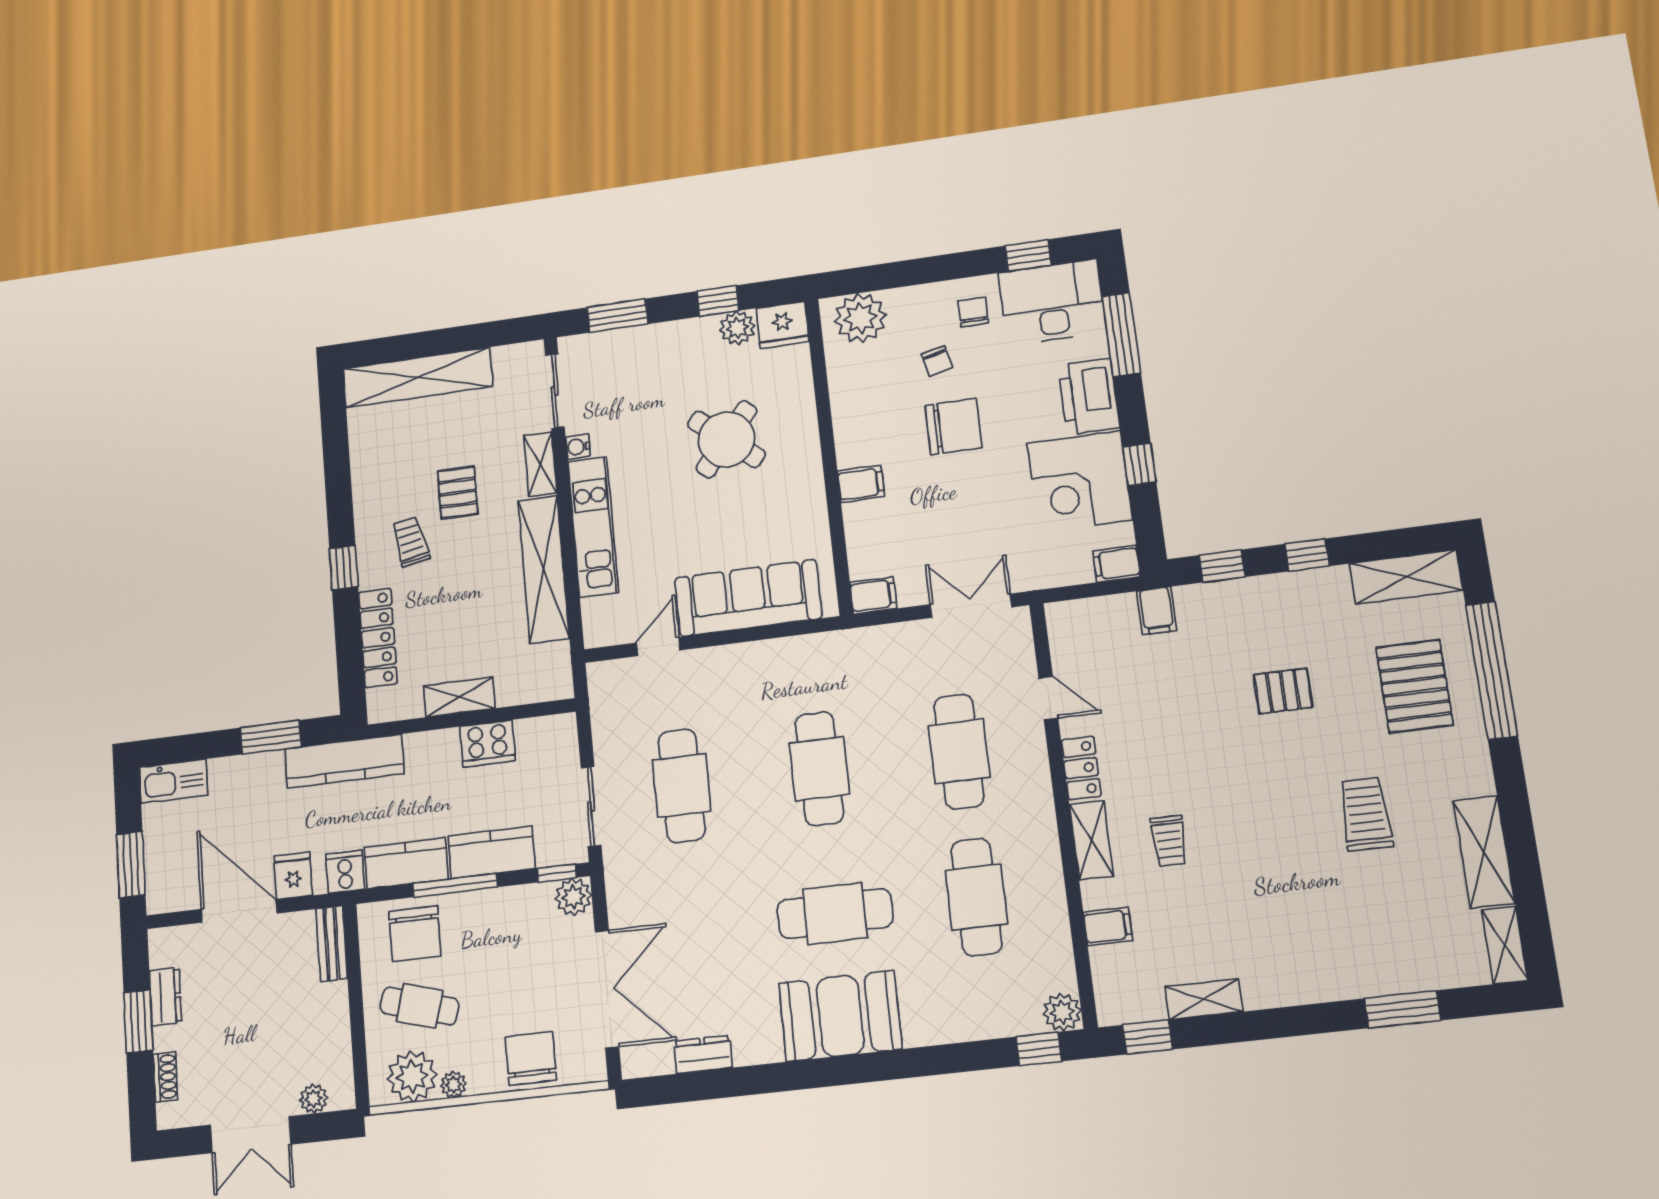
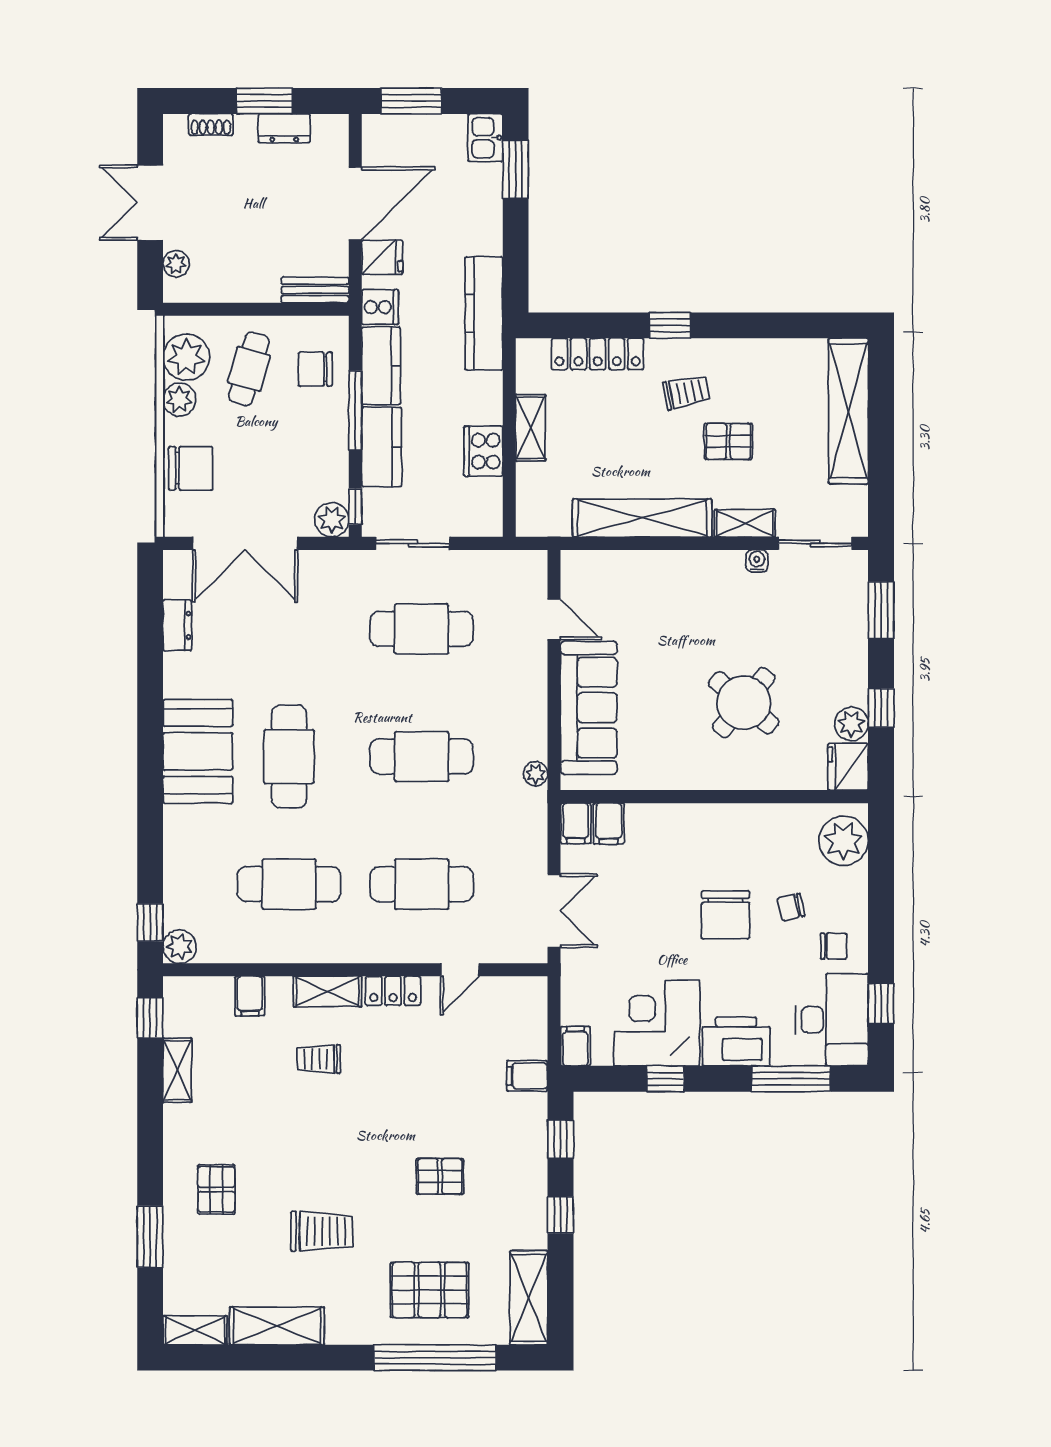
filing cabinet: (861, 484) -> (609, 824), moved
kitchen unit: (593, 527) -> (677, 568), removed
plant: (825, 645) -> (536, 774), added
pallet: (1283, 691) -> (440, 1176), turned 90
window: (271, 737) -> (516, 169), moved
kitchen sink: (174, 781) -> (485, 138), width x0.73
chair: (415, 934) -> (315, 369), width x0.73, depth x0.73
pallet: (1335, 939) -> (216, 1189), added
plant: (454, 1085) -> (179, 400), width x1.38, depth x1.38

